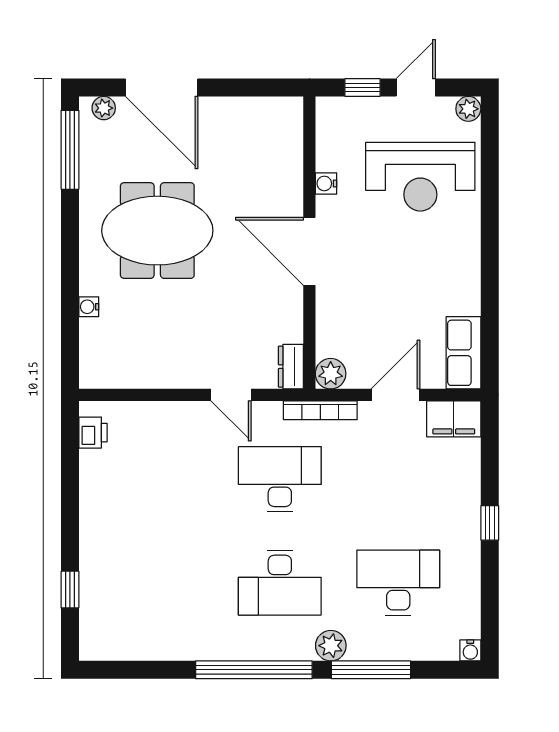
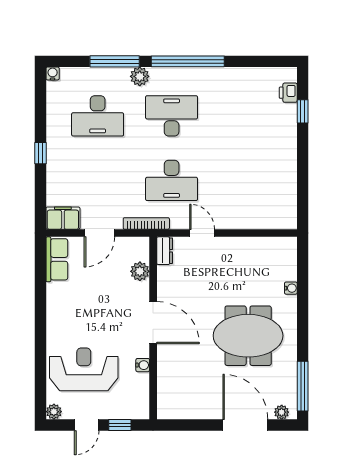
plant: (331, 374) -> (140, 271), moved
printer: (93, 433) -> (288, 93), moved

